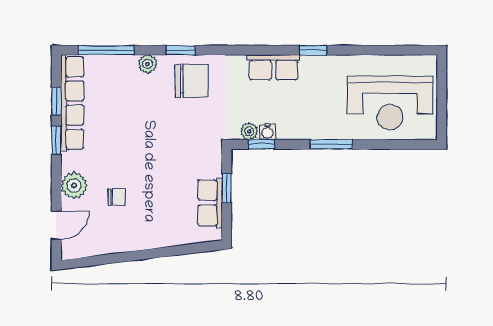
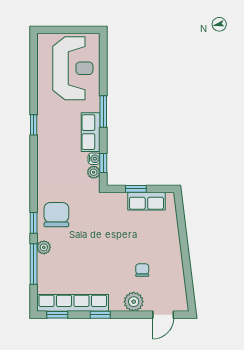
window: (106, 50) -> (34, 264), moved
row of seats: (274, 67) -> (91, 132), moved, turned 180
window: (56, 101) -> (57, 315), moved
door: (56, 225) -> (163, 315), swing flipped

